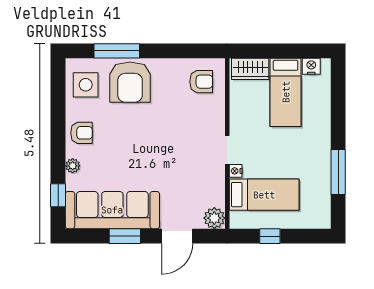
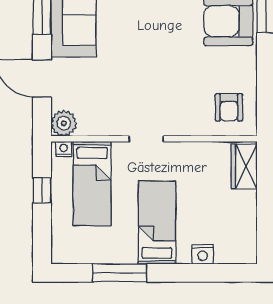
nightstand: (311, 66) -> (203, 254), moved, turned 90
bed: (286, 92) -> (157, 223), moved, turned 90
nightstand: (236, 171) -> (63, 149), moved

